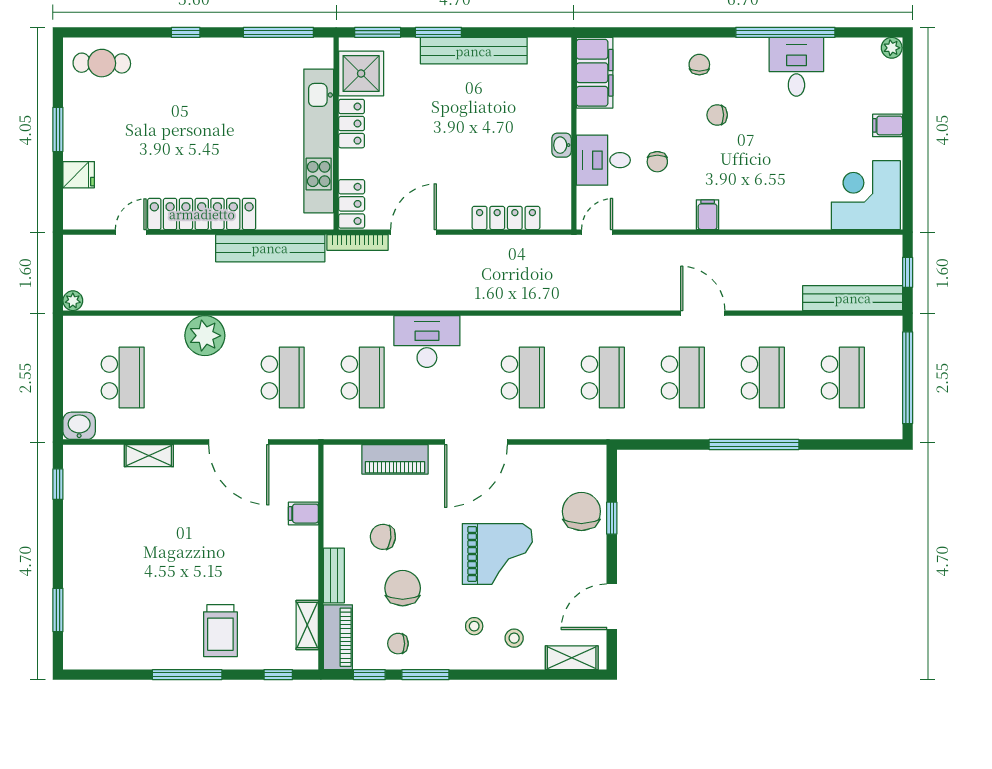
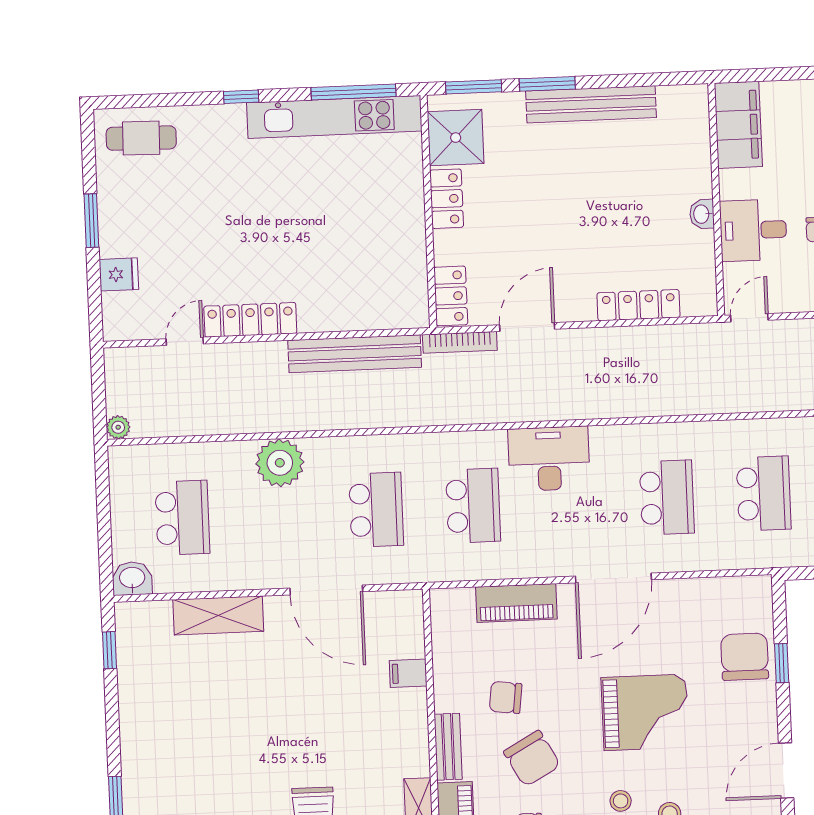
kitchen unit: (319, 141) -> (334, 117), moved, turned -90
locker: (202, 214) -> (250, 320), width x0.71, depth x0.83
shelving: (149, 456) -> (218, 615), width x1.50, depth x1.33
chair: (403, 588) -> (532, 759), turned 151

